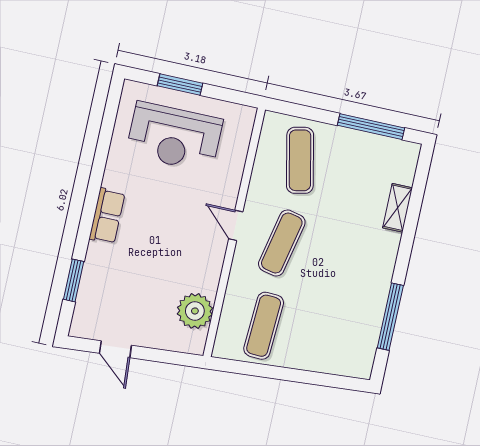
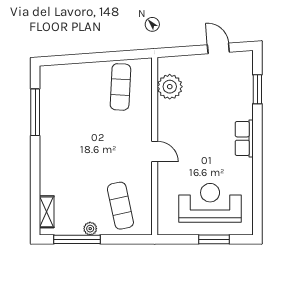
plant: (349, 138) -> (90, 229), added
shelving: (398, 208) -> (47, 212), moved
exercise mat: (282, 243) -> (120, 146), removed

